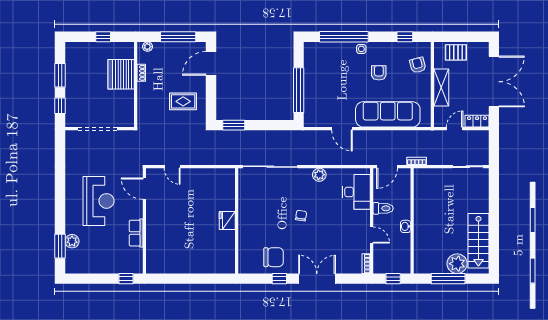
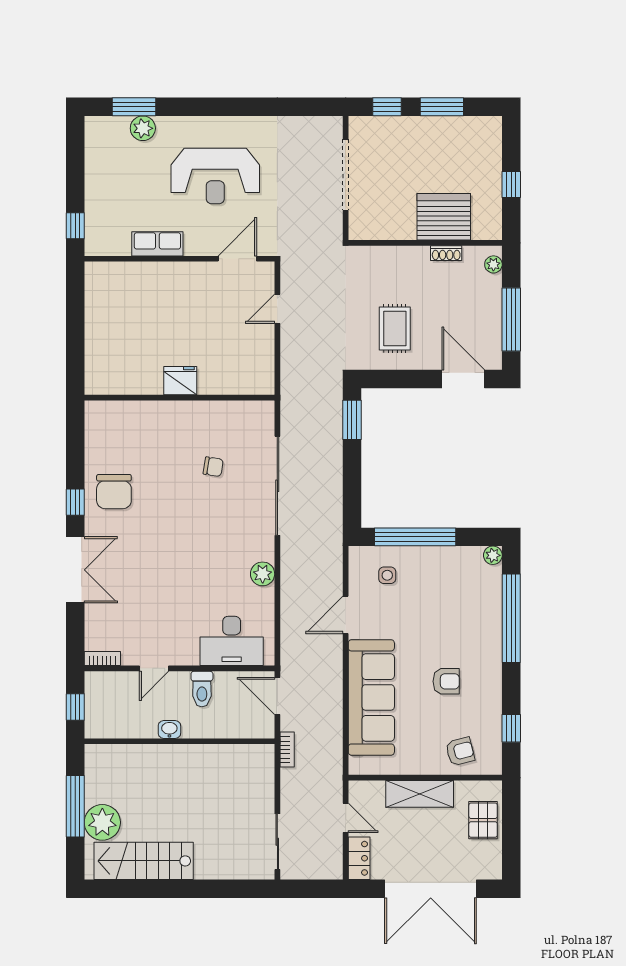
plant: (309, 47) -> (493, 555), added
side table: (361, 49) -> (387, 575), moved
chair: (301, 216) -> (213, 467), moved
fridge: (227, 220) -> (180, 381), moved
wall: (237, 221) -> (179, 398), moved

